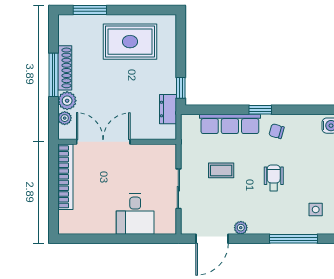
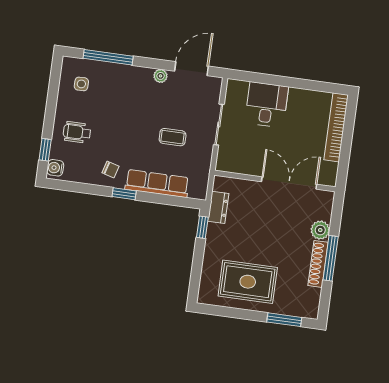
plant: (65, 118) -> (325, 213), removed
double door: (103, 142) -> (289, 183), swing flipped
bookcase: (65, 177) -> (336, 127), moved
wheelchair: (274, 178) -> (77, 132), moved, turned 90

